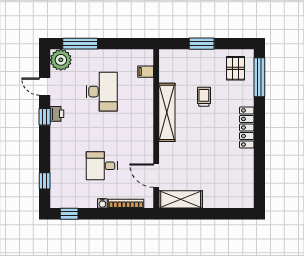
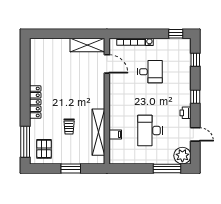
filing cabinet: (146, 72) -> (115, 134), moved
shelving: (167, 112) -> (98, 132), moved
window: (45, 117) -> (195, 97), moved

